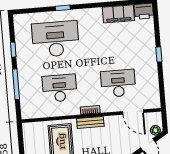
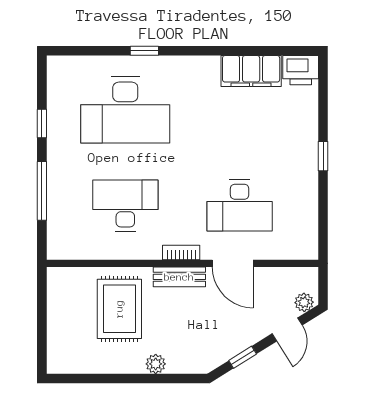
desk: (55, 39) -> (125, 110), turned 180
desk: (118, 83) -> (240, 206), turned 180
door: (133, 112) -> (233, 263), moved

